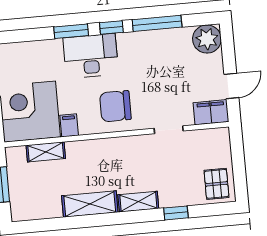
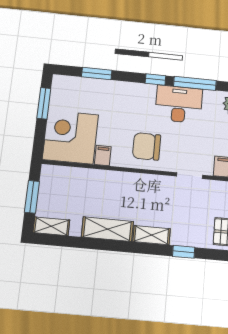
window: (71, 31) -> (97, 74), moved
desk: (91, 56) -> (179, 104), moved
shelving: (46, 152) -> (51, 226), moved

